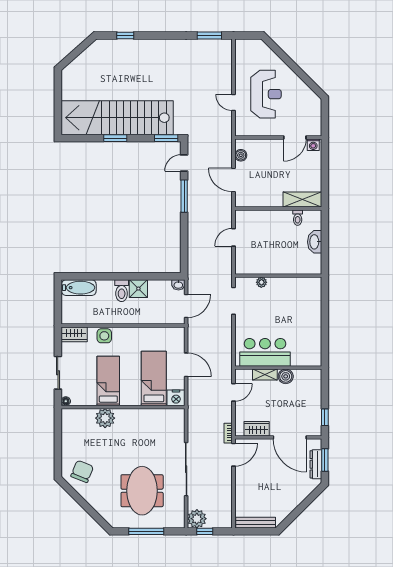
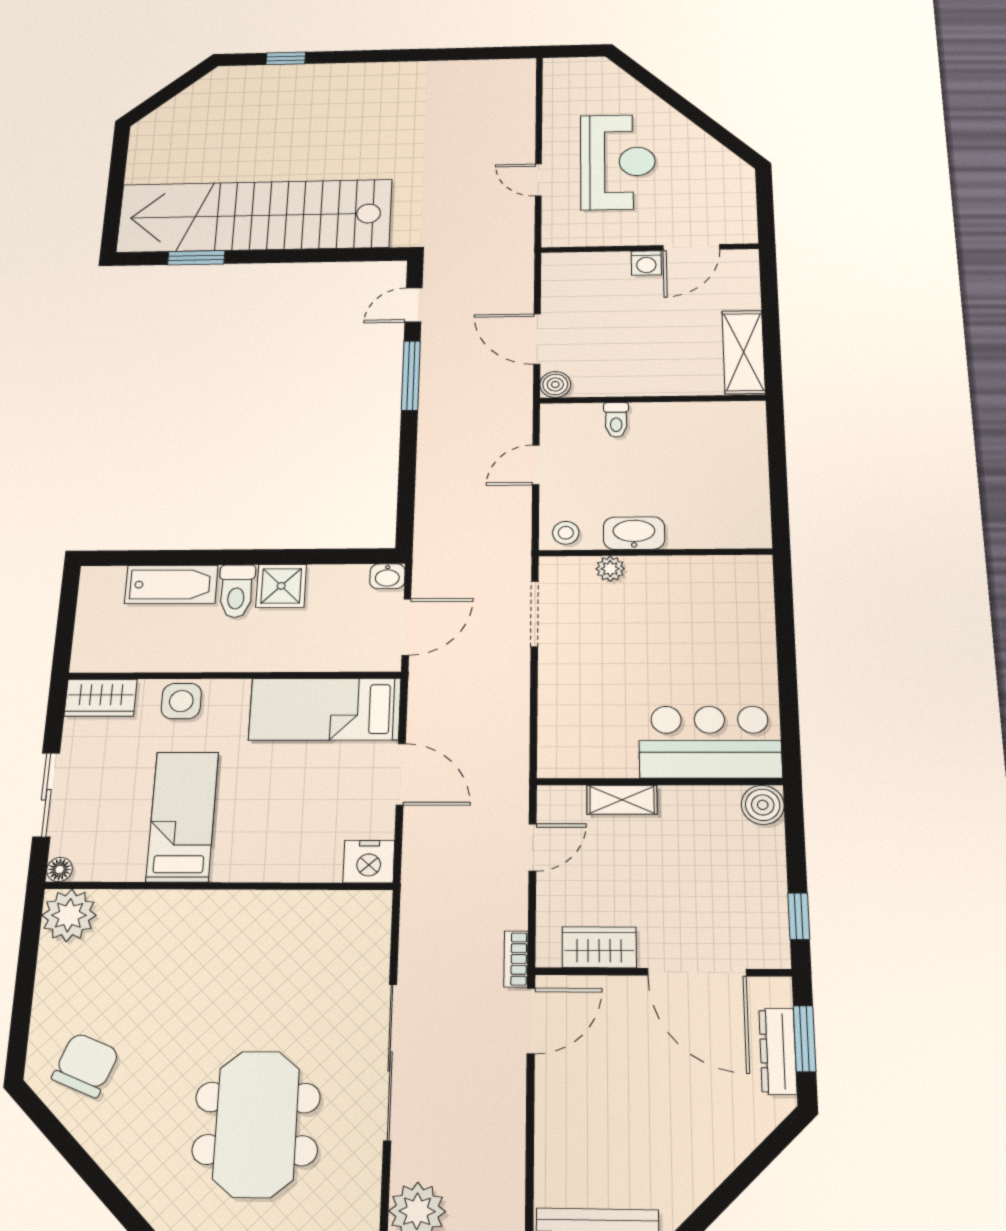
window: (209, 36) -> (482, 53), removed
window: (115, 138) -> (196, 258), moved
window: (166, 138) -> (371, 255), removed
washing machine: (313, 145) -> (646, 263), moved
boiler: (241, 155) -> (555, 384), moved
shelving: (302, 199) -> (744, 352), moved, turned 90
toilet: (298, 218) -> (616, 420), moved
washbasin: (315, 242) -> (634, 533), moved, turned 90
stool: (245, 267) -> (566, 533), added
bathtub: (79, 288) -> (171, 584), moved
bar counter: (265, 352) -> (710, 742), moved
boiler: (286, 376) -> (763, 805), moved
bed: (154, 378) -> (325, 709), moved, turned -90
plant: (105, 418) -> (69, 915), moved

